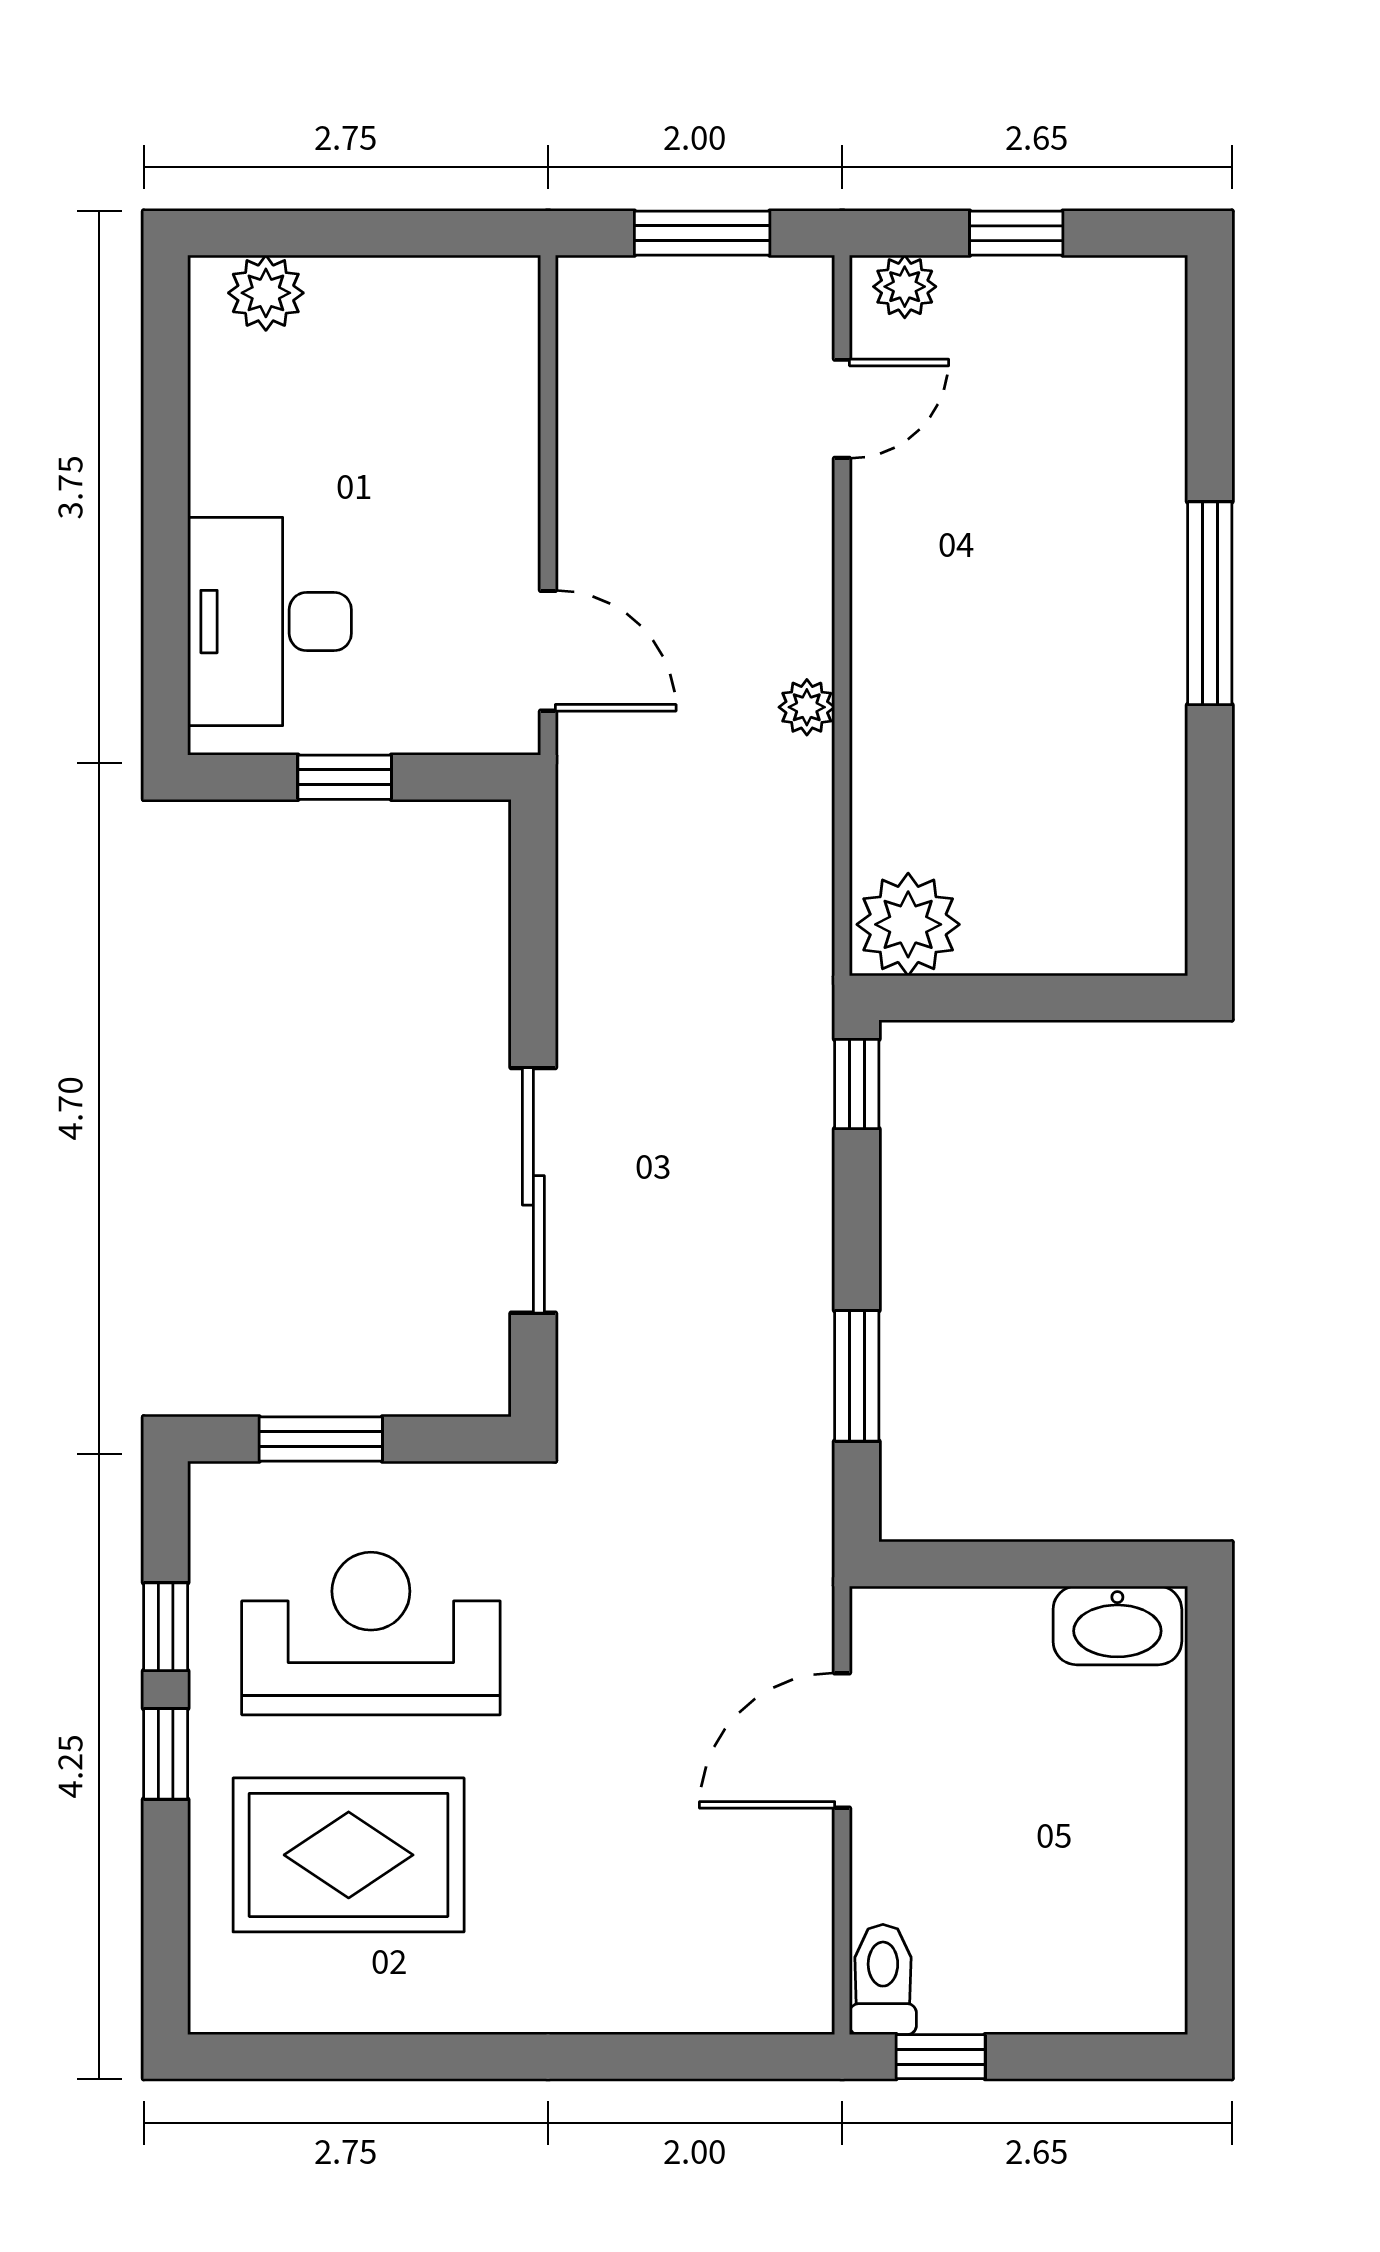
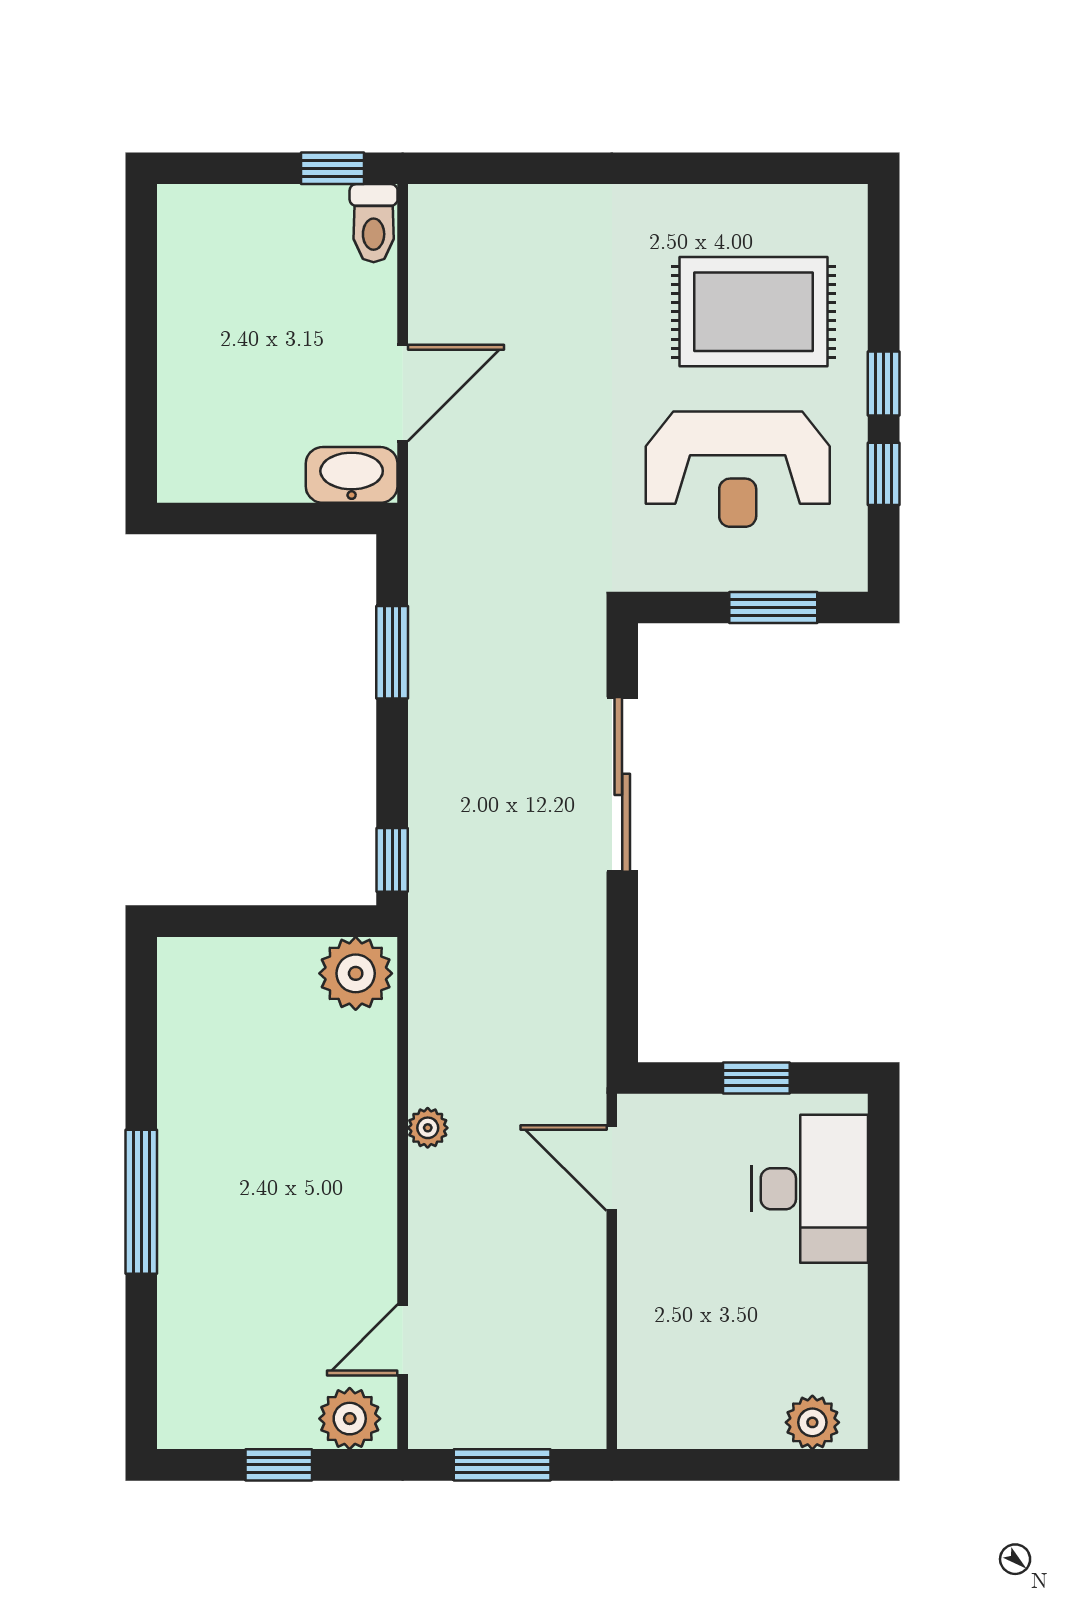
plant: (905, 287) -> (350, 1419), width x1.38, depth x1.38
washbasin: (1117, 1625) -> (352, 475), moved

